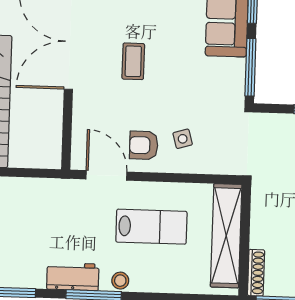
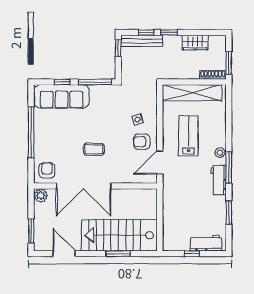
armchair: (144, 145) -> (142, 142), turned 90

